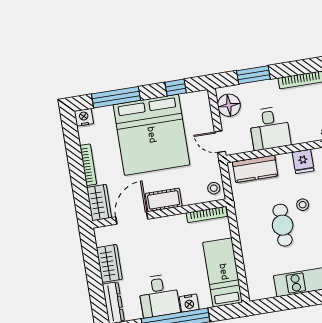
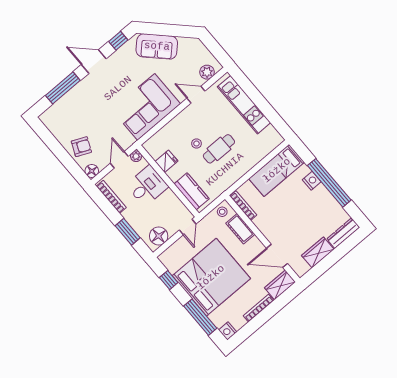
desk: (270, 128) -> (147, 186), moved
cot: (164, 200) -> (240, 229), moved
desk: (159, 296) -> (319, 205), removed

